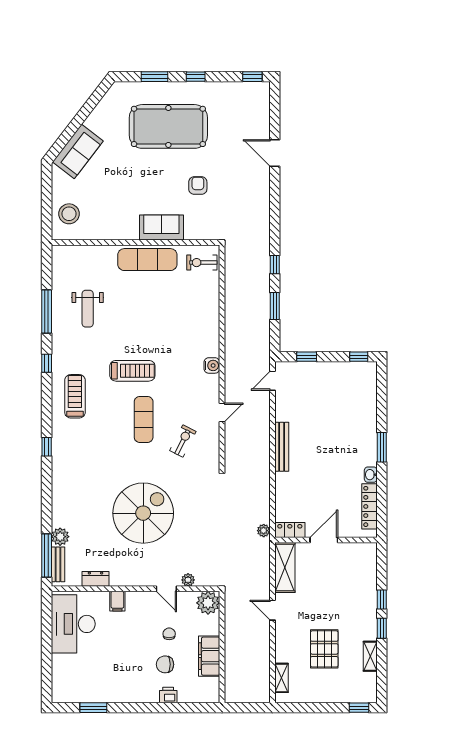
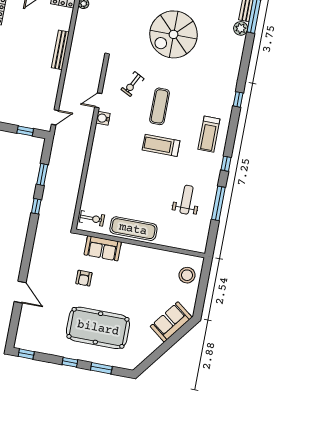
sofa: (161, 228) -> (103, 248), moved
water cooler: (212, 365) -> (103, 118), moved
bench: (282, 447) -> (60, 50), moved

